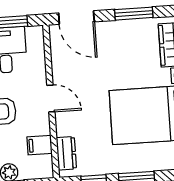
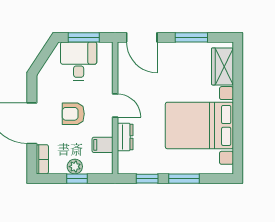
dresser: (66, 153) -> (125, 137), moved

